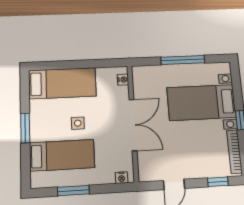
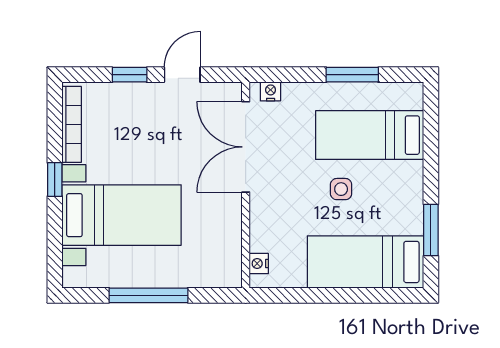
double door: (133, 125) -> (246, 147), moved
window: (25, 128) -> (431, 230), moved
window: (218, 182) -> (130, 75), moved

